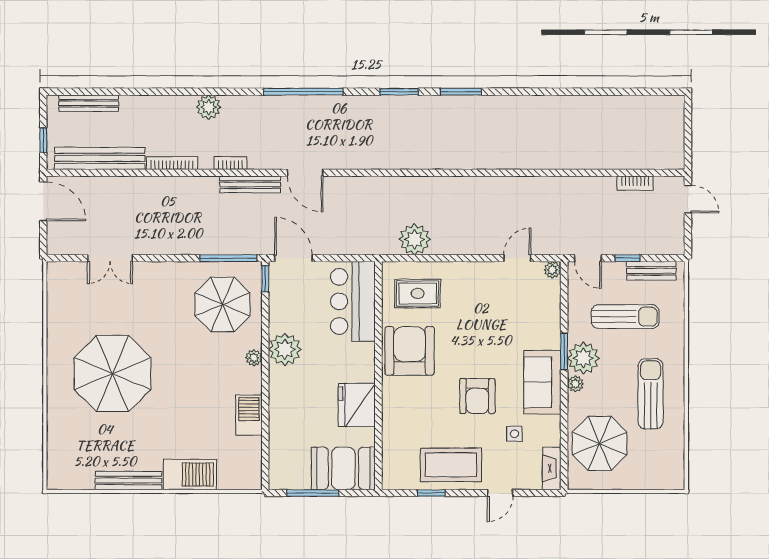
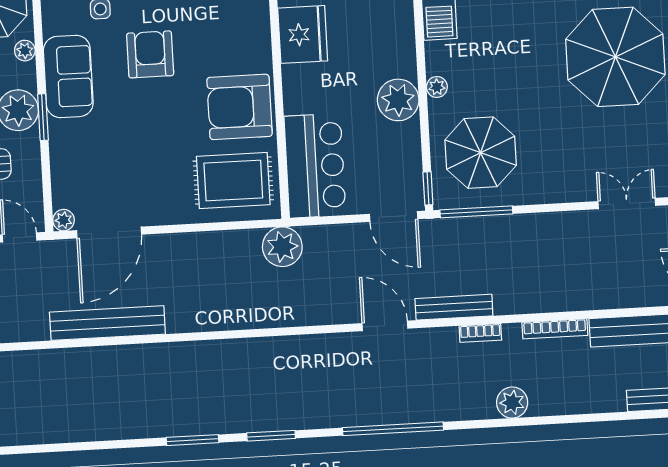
bench: (523, 187) -> (107, 323), added
plant: (415, 239) -> (282, 247), moved
door: (517, 258) -> (109, 232), width x1.88
rug: (418, 293) -> (233, 180), width x1.36, depth x1.43
armchair: (410, 351) -> (239, 107), turned 90
plant: (575, 384) -> (25, 51), moved

